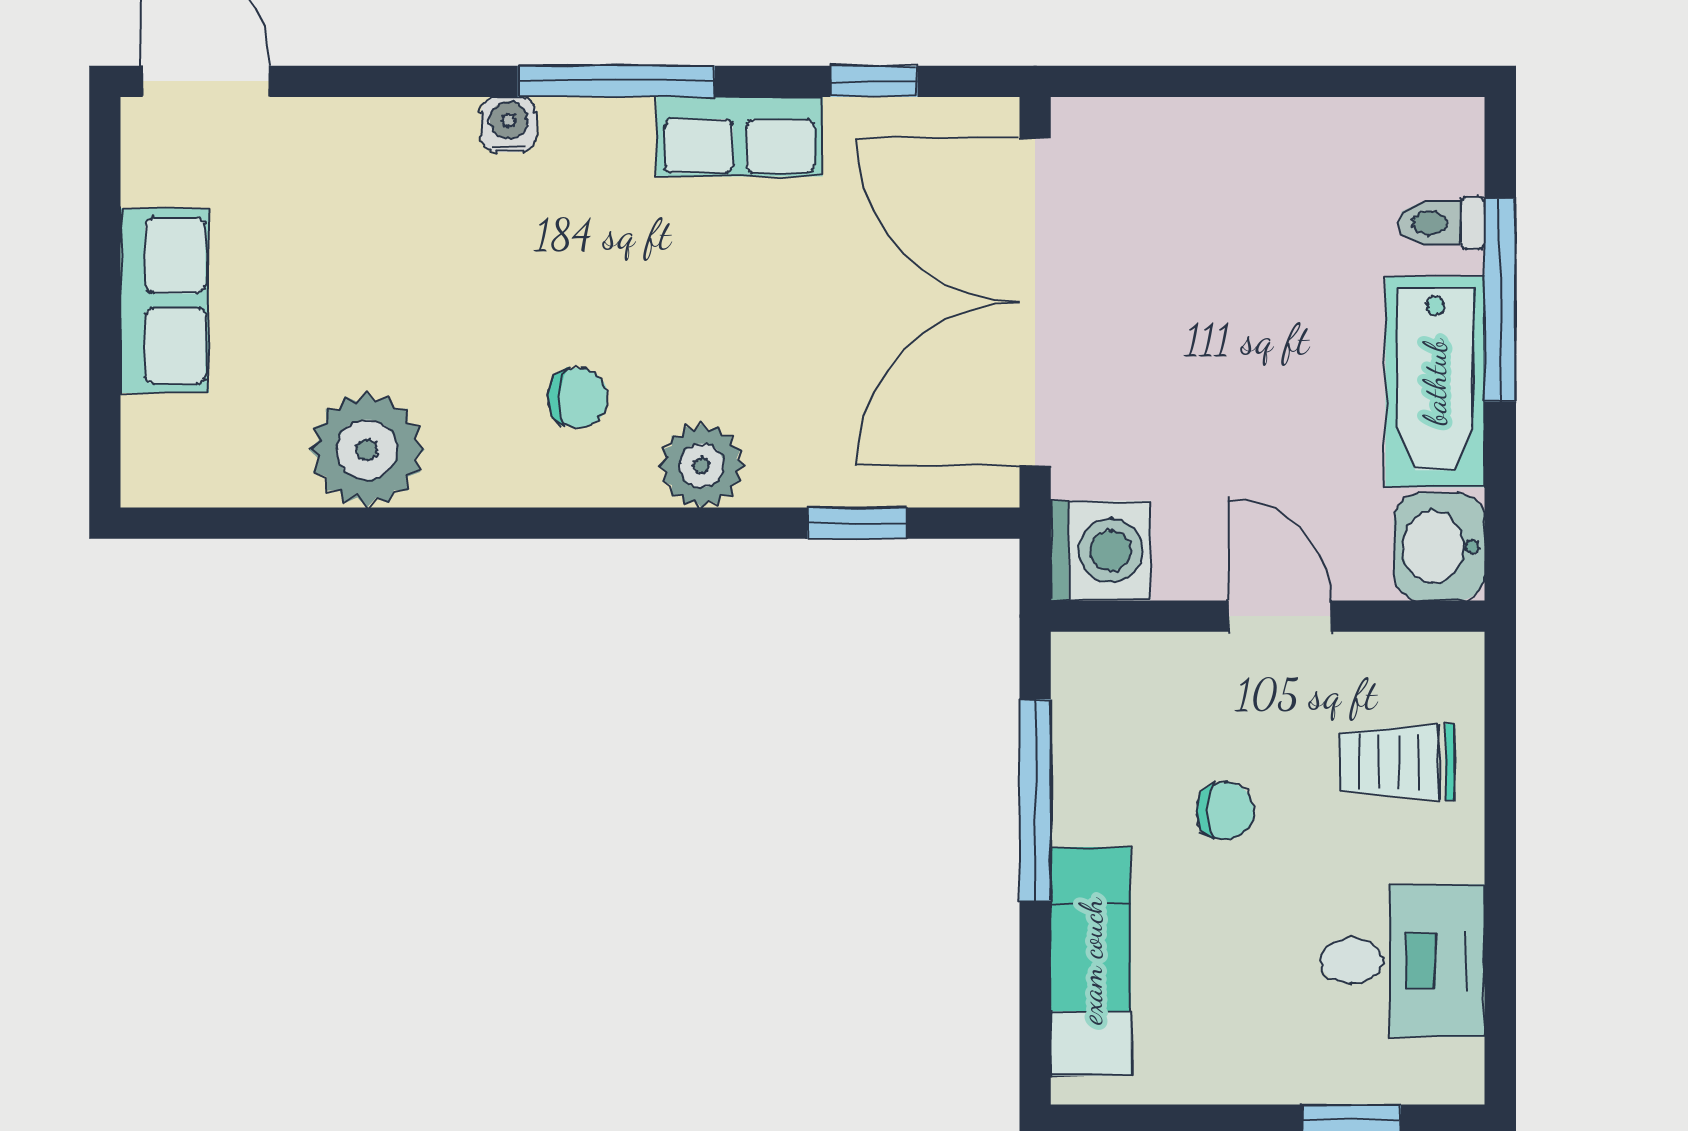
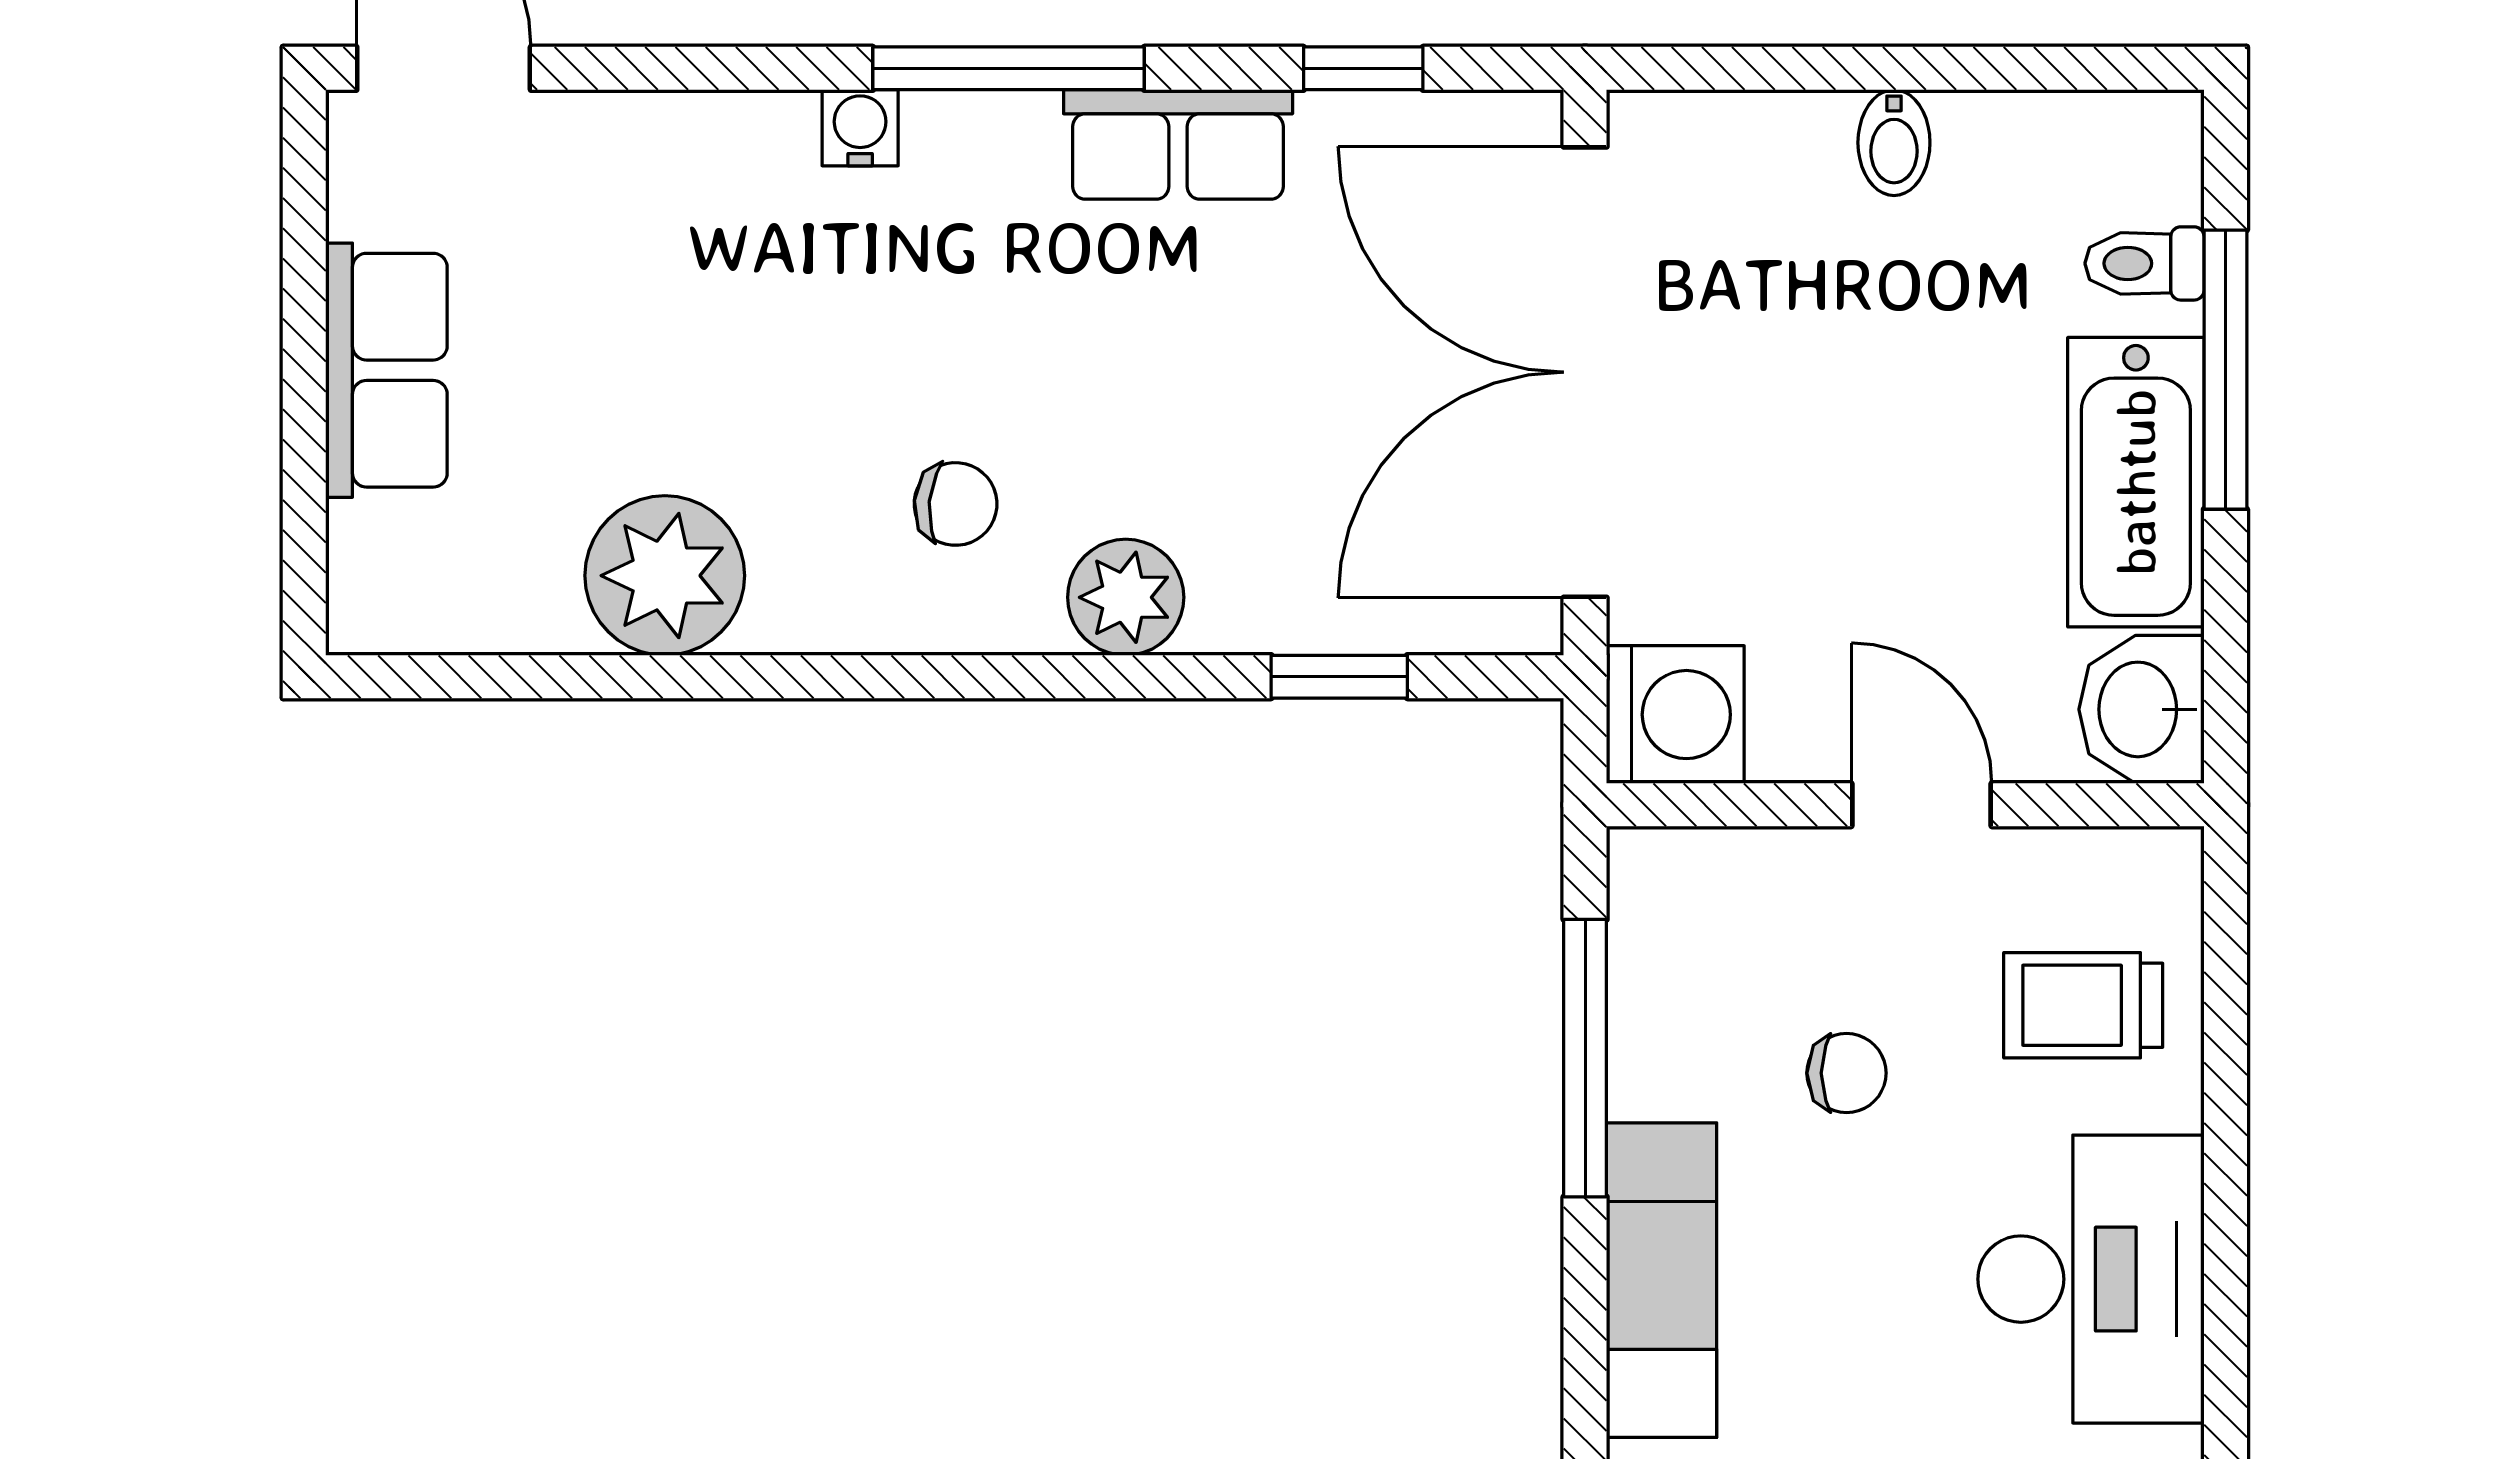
bidet: (1260, 135) -> (1894, 143), added
desk: (1403, 961) -> (2091, 1279), width x1.37

